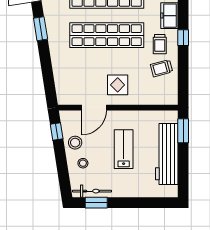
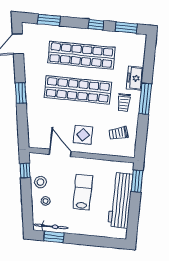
window: (41, 29) -> (21, 93), moved
window: (183, 38) -> (145, 99), width x2.17
trolley: (161, 68) -> (119, 133), moved
door: (94, 108) -> (60, 153), swing flipped

